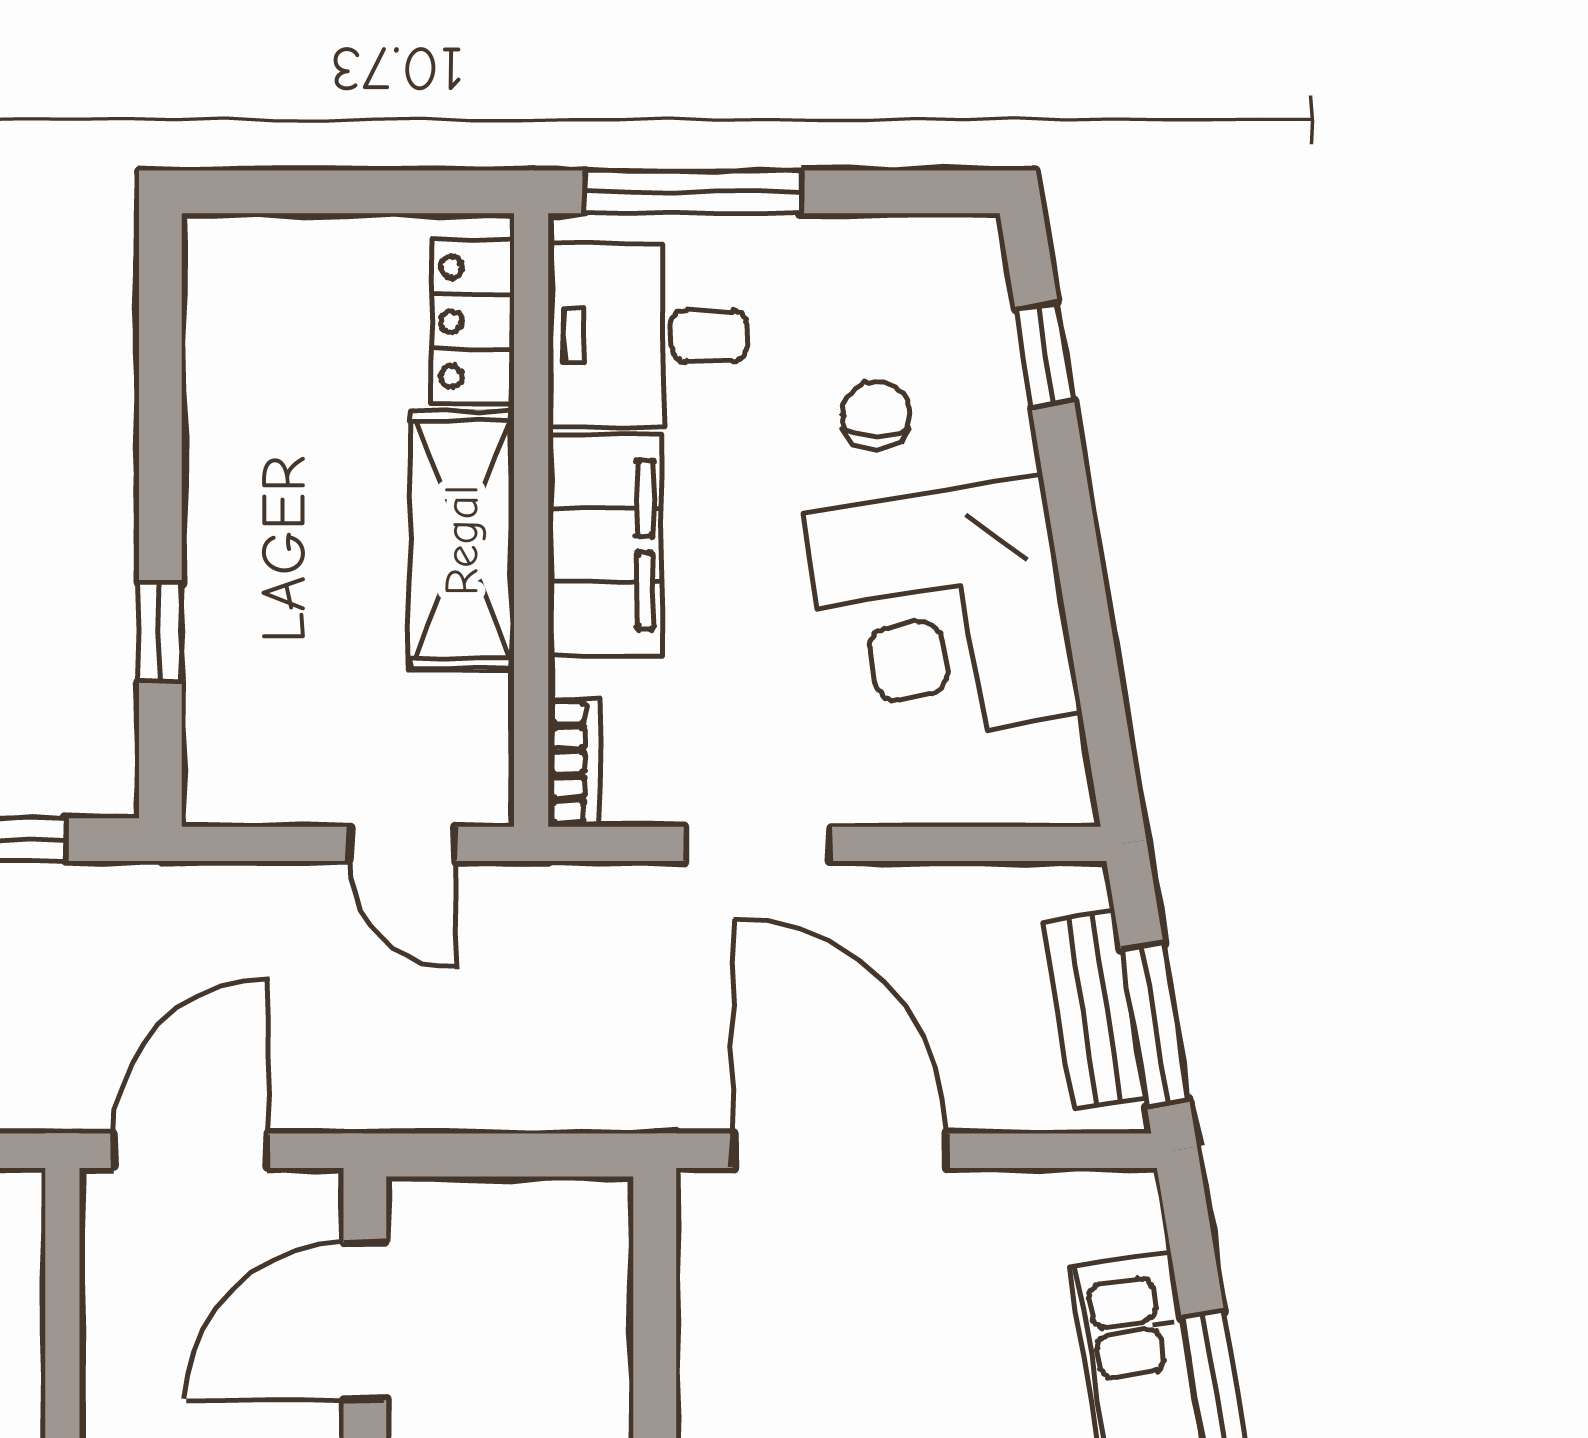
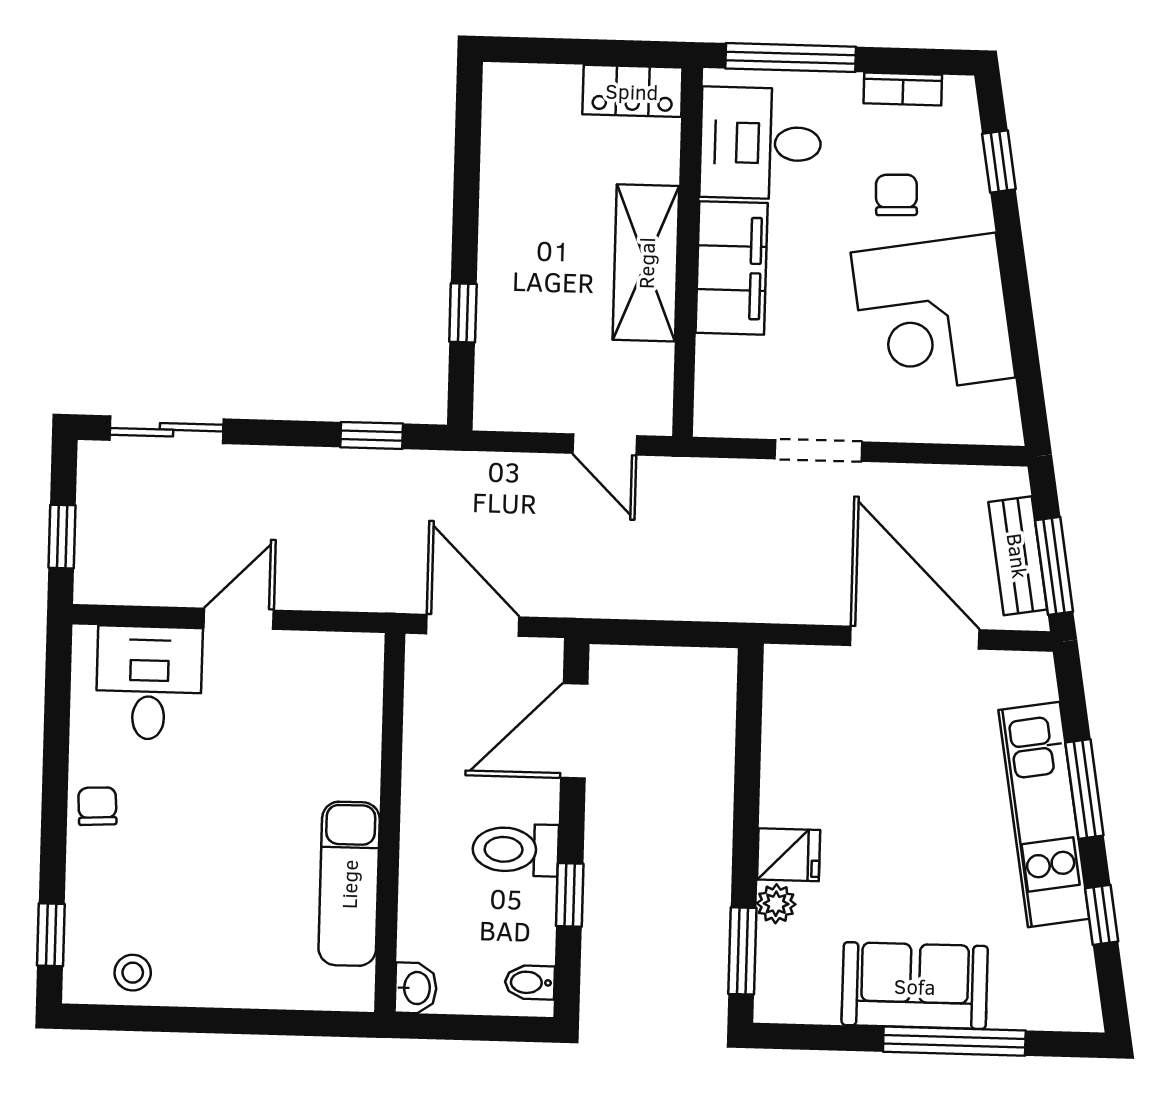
locker: (473, 322) -> (632, 91), moved, turned -90
bookcase: (574, 762) -> (903, 89), moved, turned 90
door: (191, 1151) -> (473, 625), hinge flipped
door: (840, 1151) -> (915, 638), moved

